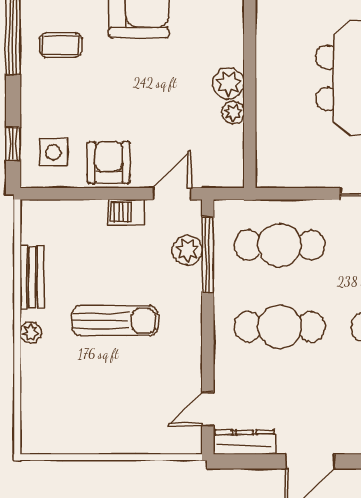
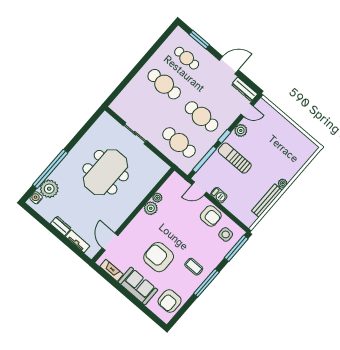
window: (13, 144) -> (236, 248), width x2.17
armchair: (109, 162) -> (211, 216), turned -90
plant: (187, 250) -> (241, 130), moved
bench: (32, 277) -> (267, 201), width x1.36
sun lounger: (115, 321) -> (235, 158), moved
window: (208, 327) -> (224, 136), added

